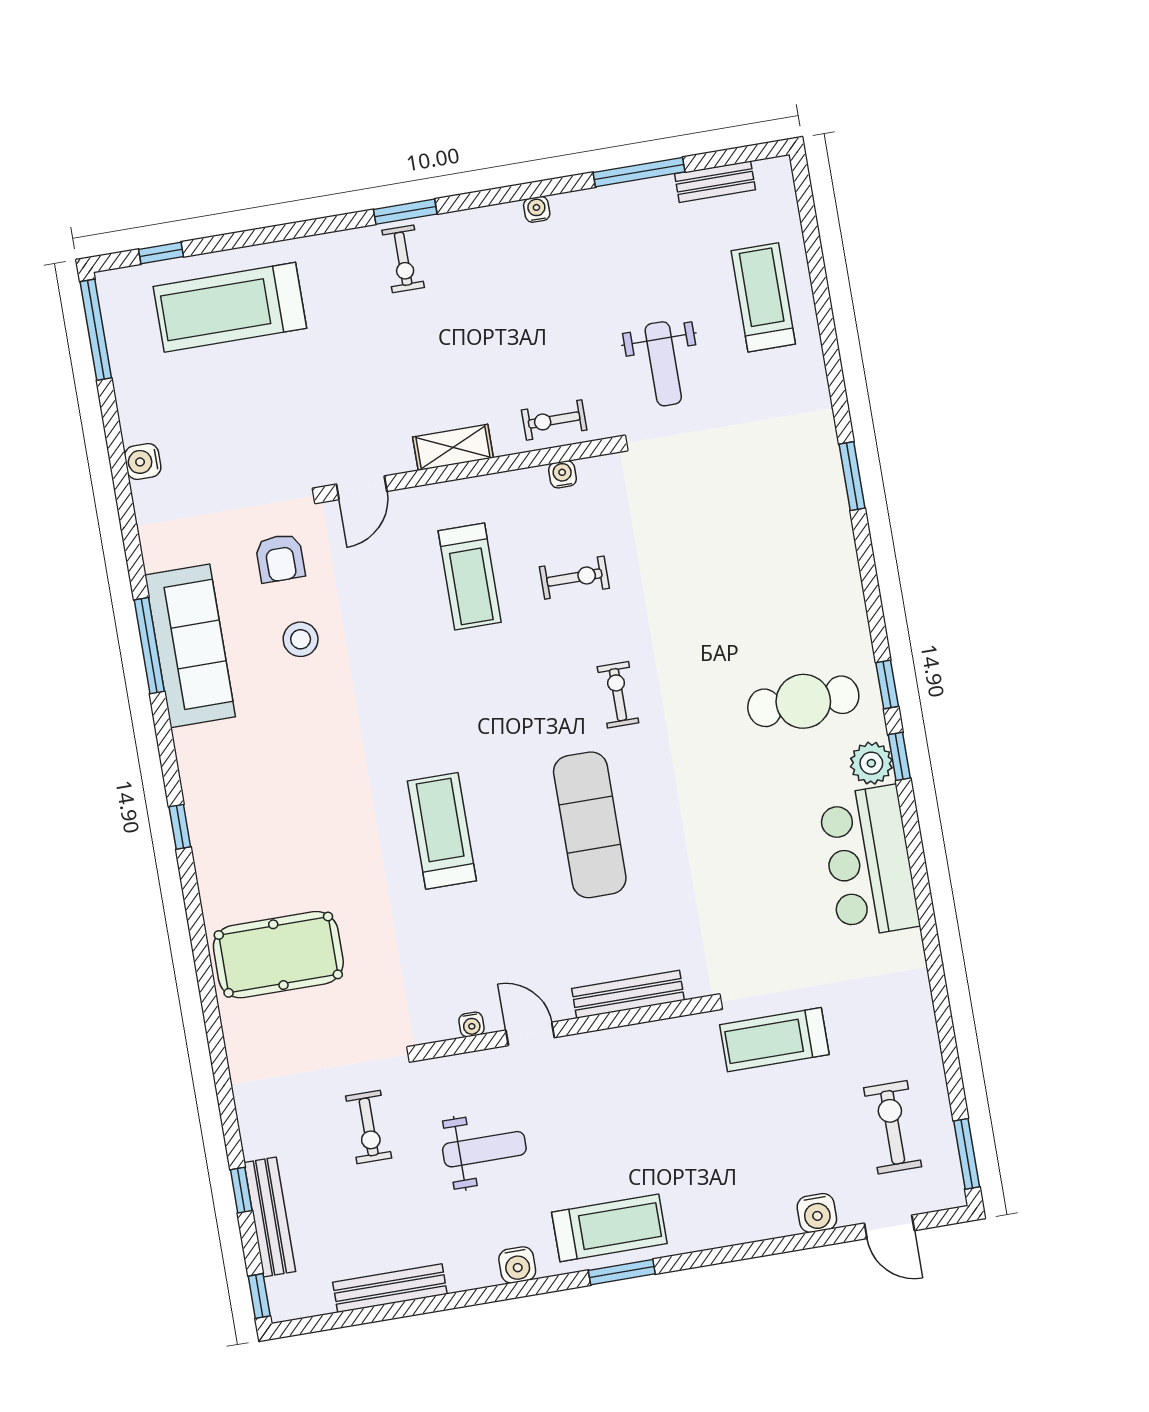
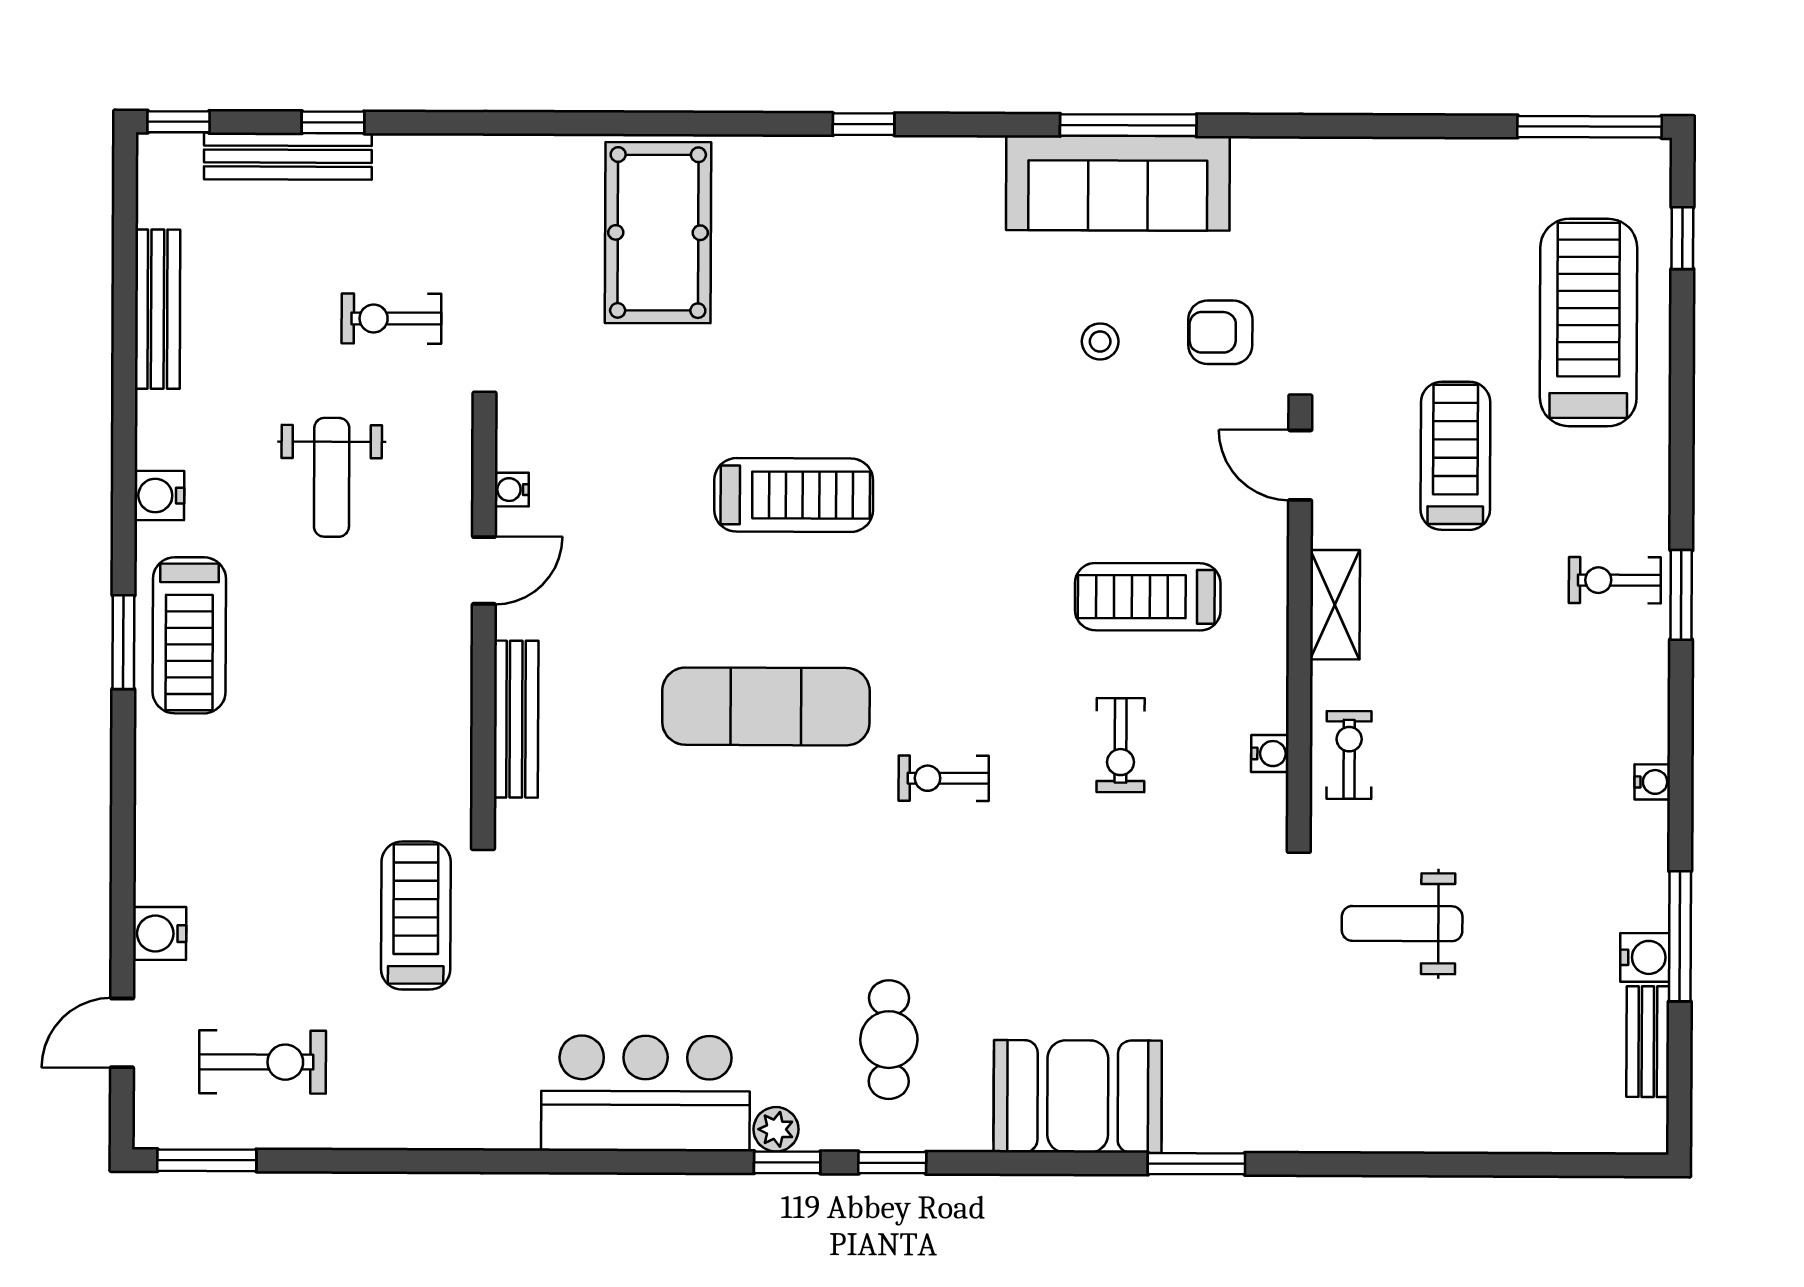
treadmill: (763, 297) -> (1455, 456), moved, turned -90
water cooler: (143, 461) -> (1645, 957), moved, turned 90
booth: (820, 565) -> (1078, 1096), added
stool: (301, 639) -> (1100, 341), width x0.73, depth x0.73
exercise bike: (618, 695) -> (944, 778), turned 180
cafe table: (803, 701) -> (889, 1040), width x0.73, depth x0.74
plant: (871, 763) -> (776, 1129), width x0.73, depth x0.73

